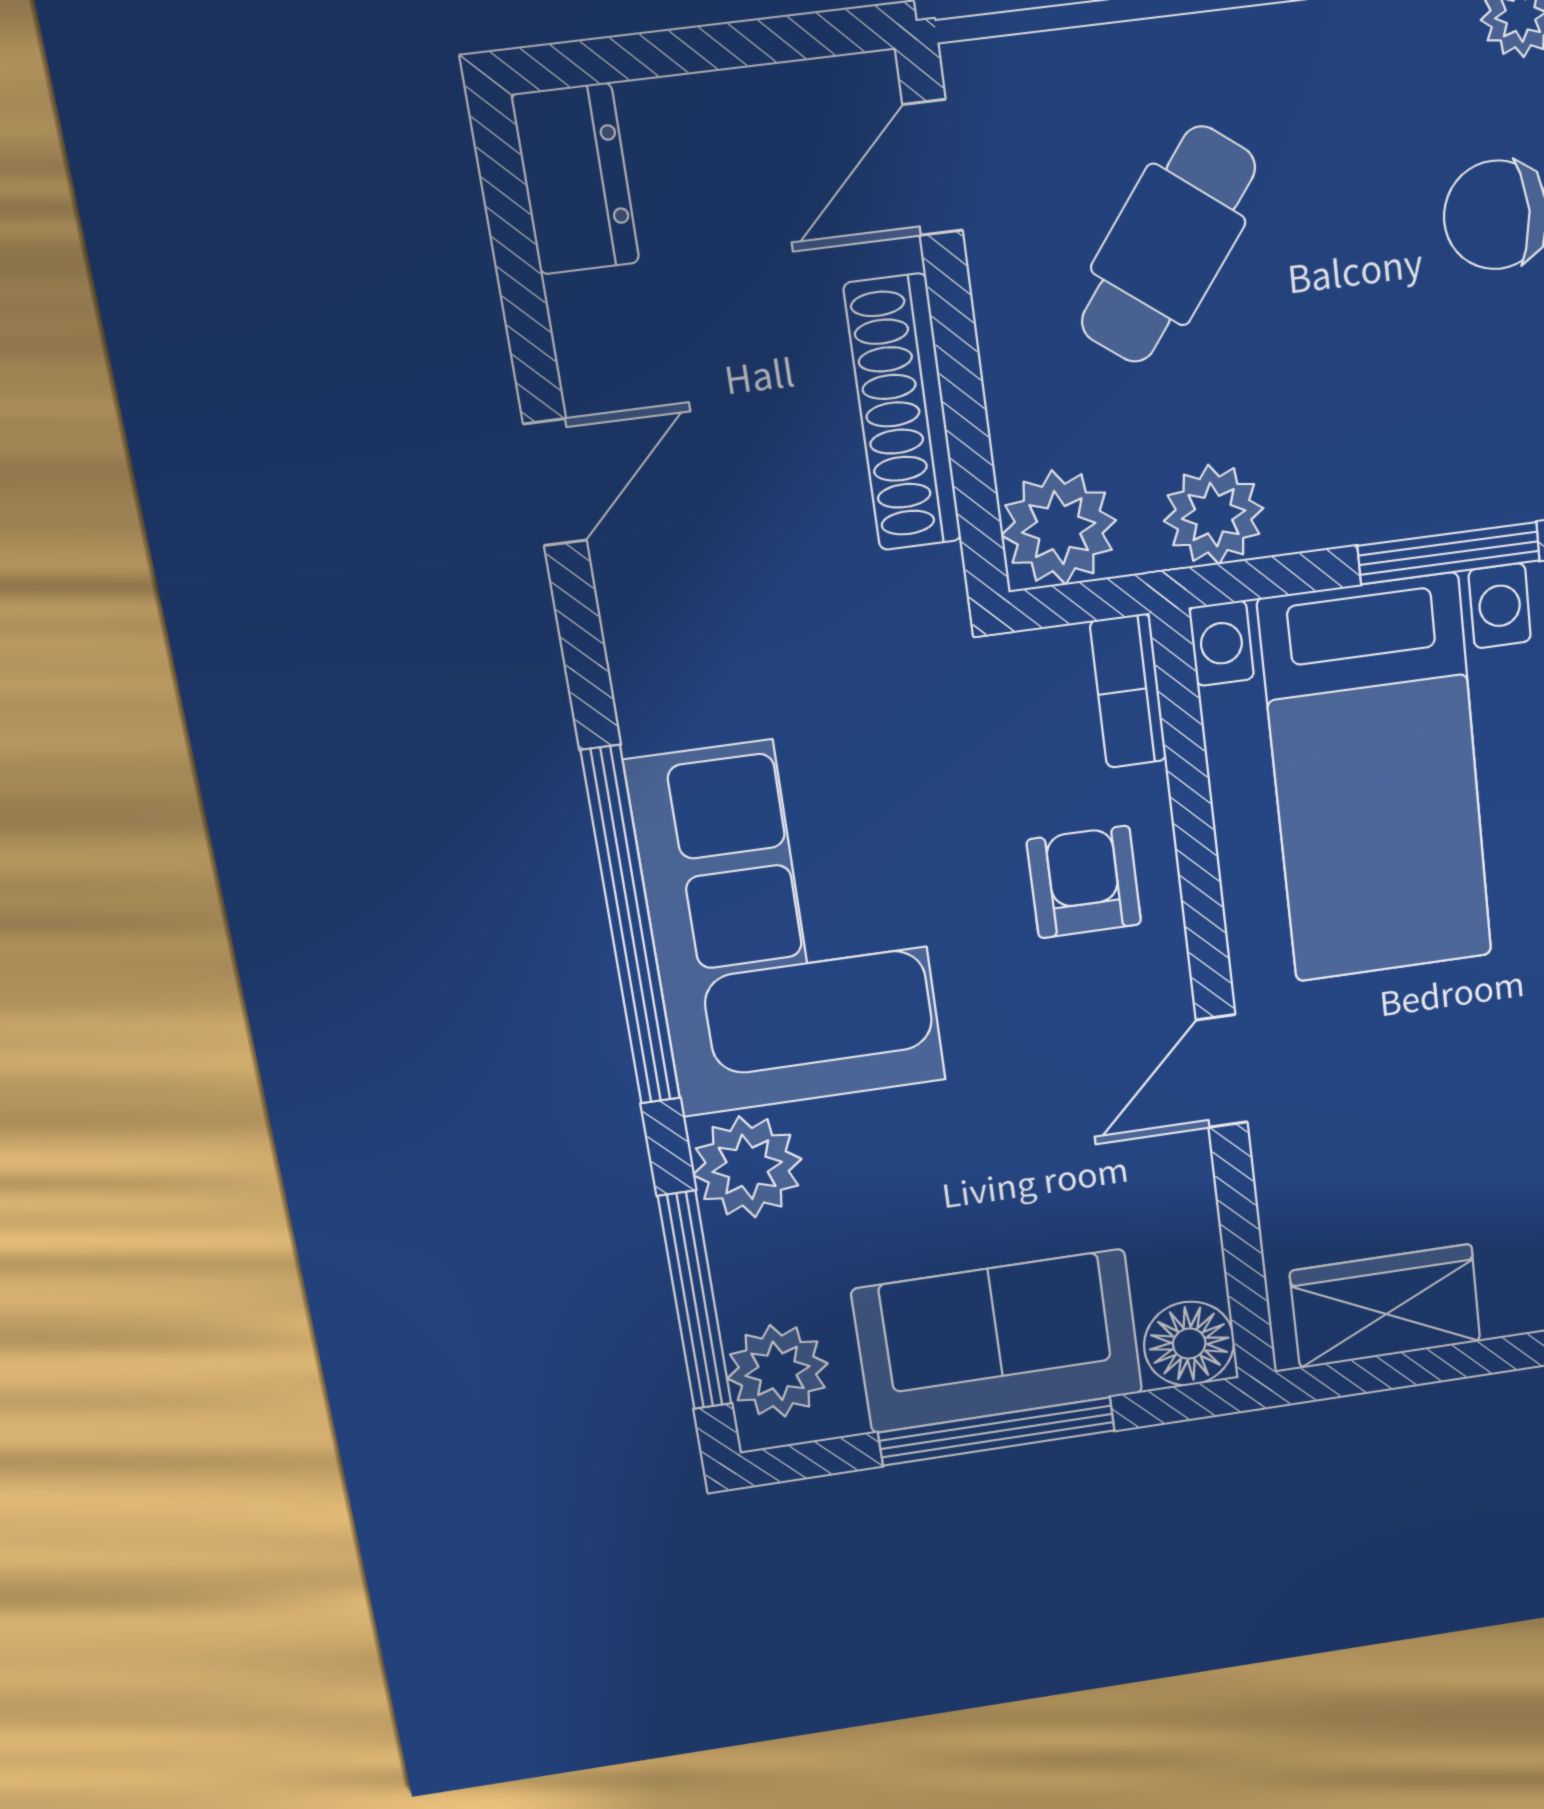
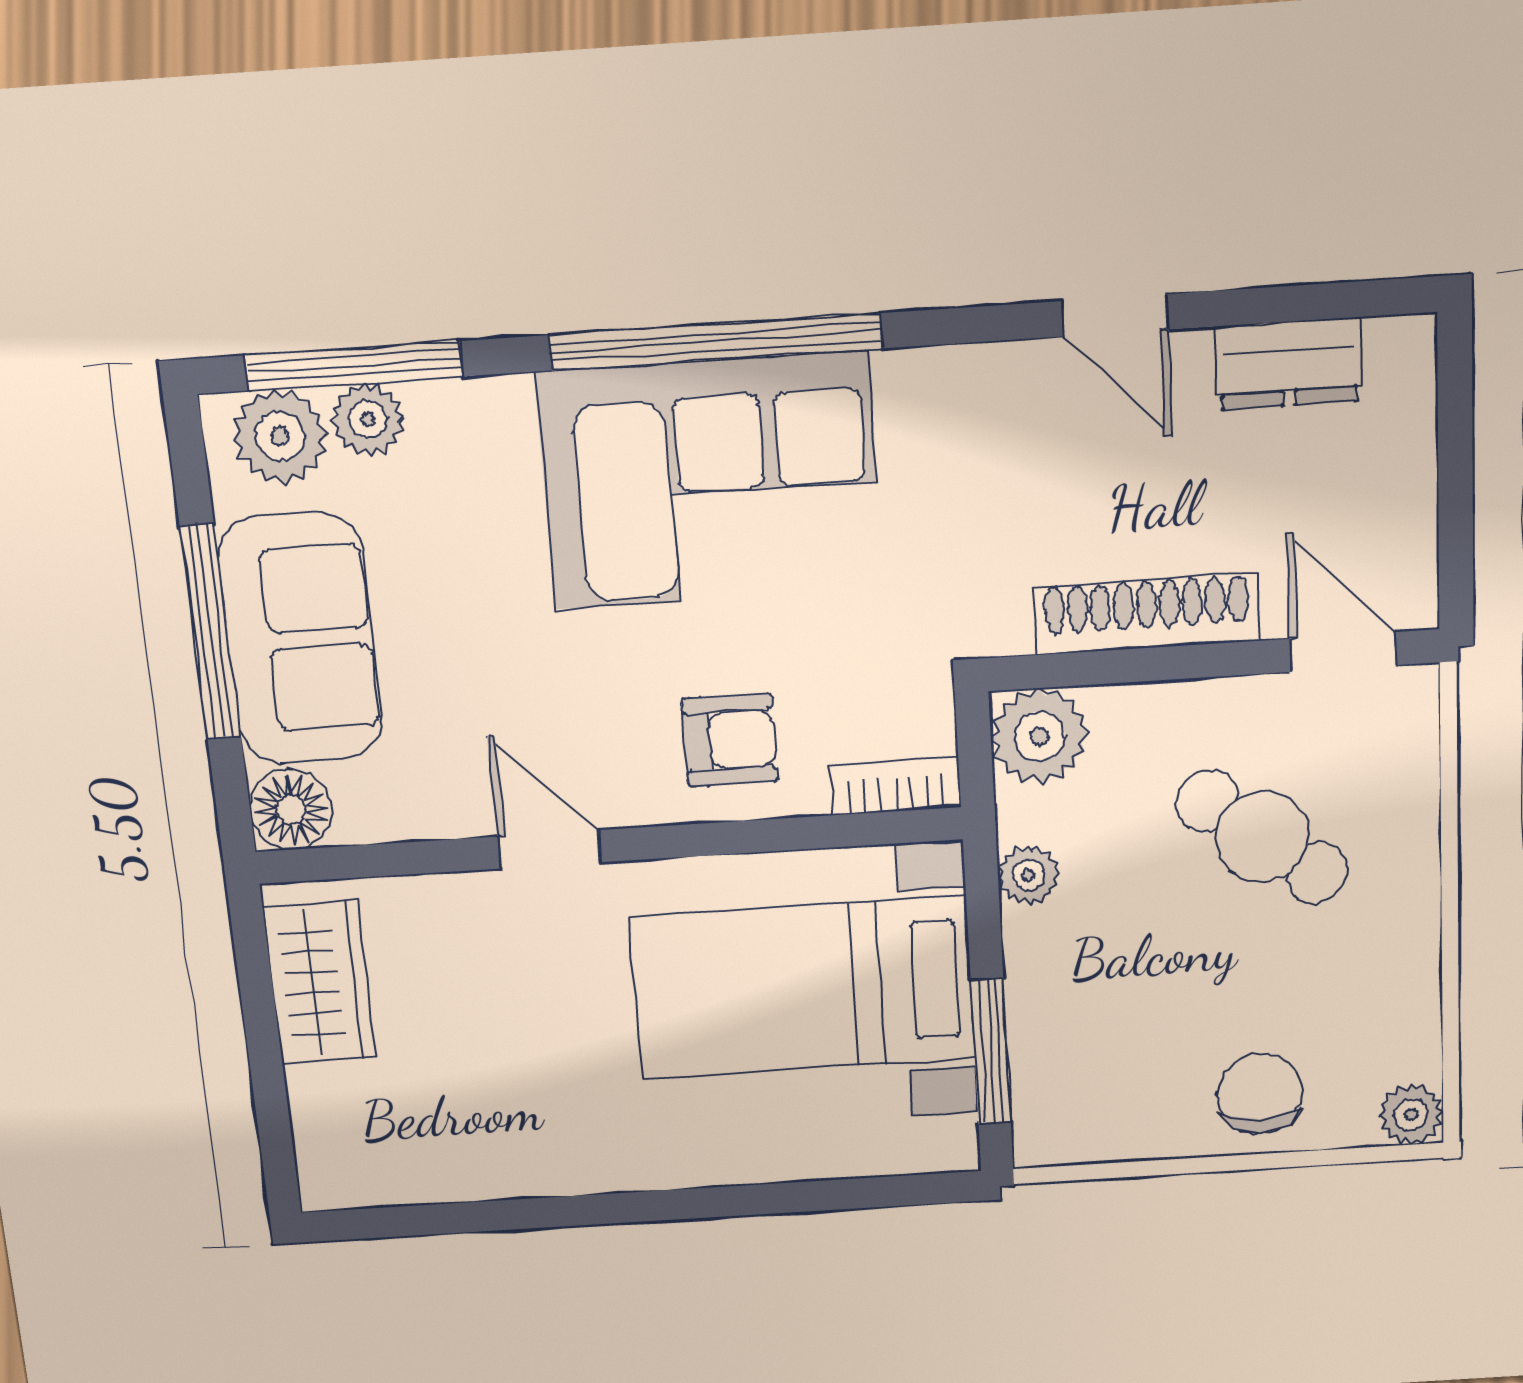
dresser: (576, 179) -> (1289, 364), moved
plant: (1214, 515) -> (1028, 875), width x0.73, depth x0.73
plant: (747, 1167) -> (368, 419), moved, width x0.73, depth x0.73

